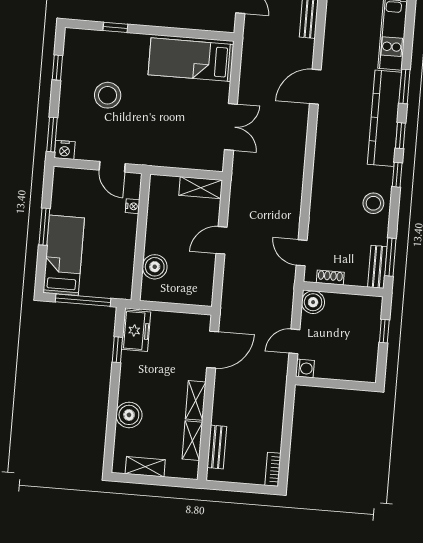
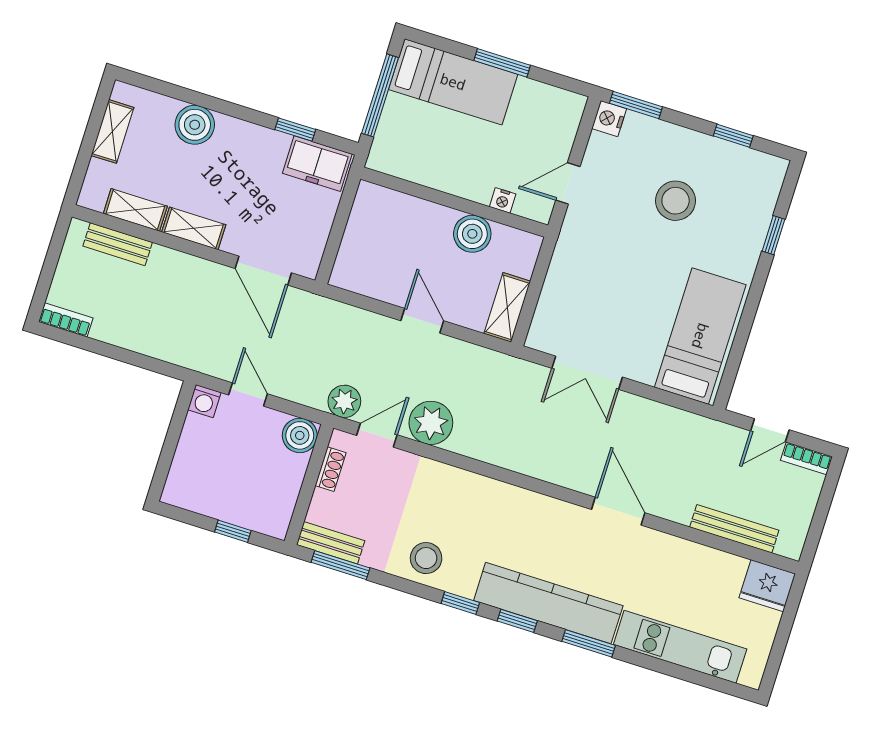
plant: (286, 220) -> (431, 423), added
boiler: (155, 267) -> (472, 234), moved
plant: (285, 279) -> (344, 401), added

